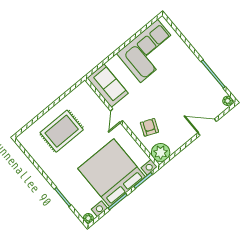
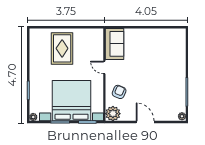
corner sofa: (149, 51) -> (159, 44), removed
door: (117, 116) -> (104, 68), hinge flipped
door: (207, 127) -> (145, 122), moved
rug: (62, 131) -> (62, 48), turned 90

